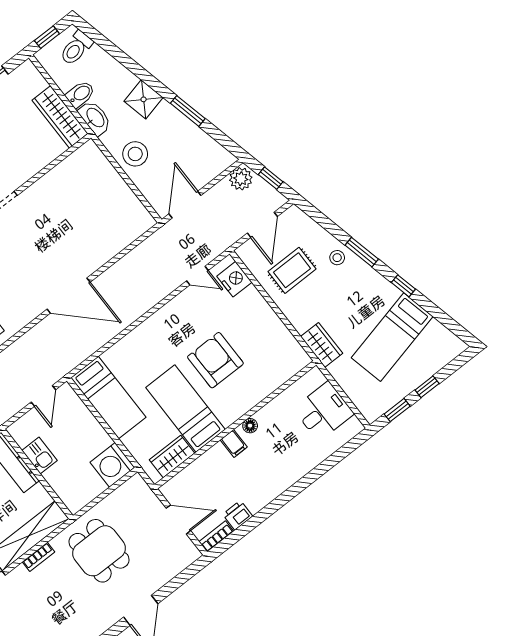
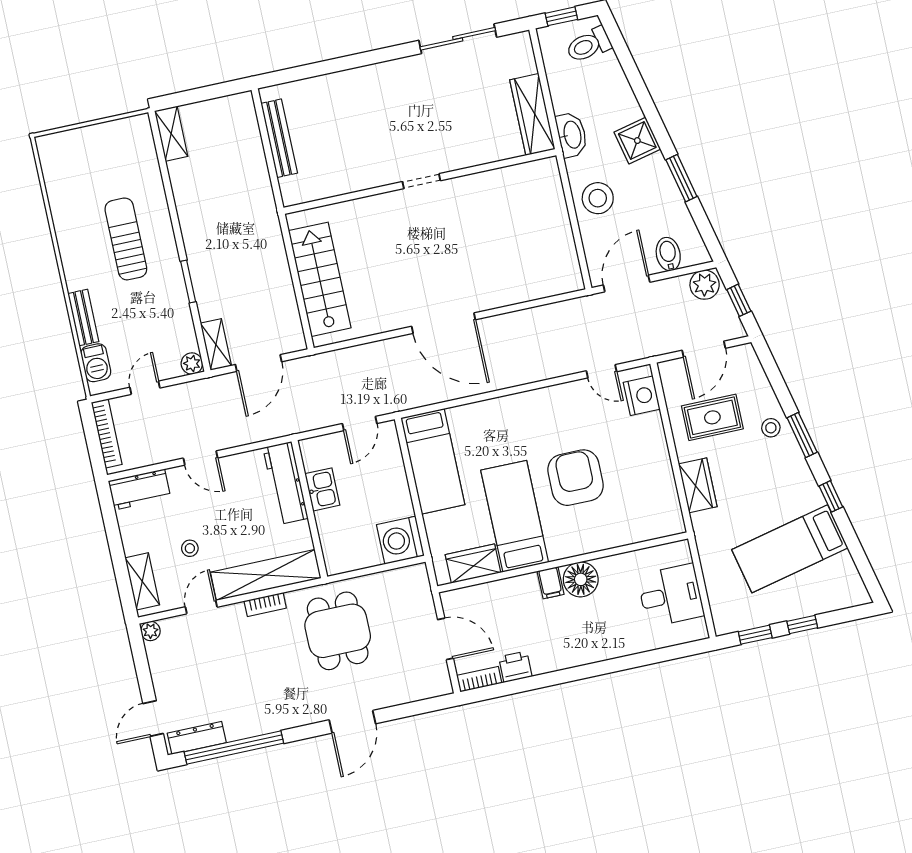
bidet: (80, 94) -> (668, 254), moved, turned -90
wardrobe: (322, 345) -> (698, 485), moved
floor lamp: (250, 426) -> (581, 579), width x1.89, depth x1.89

